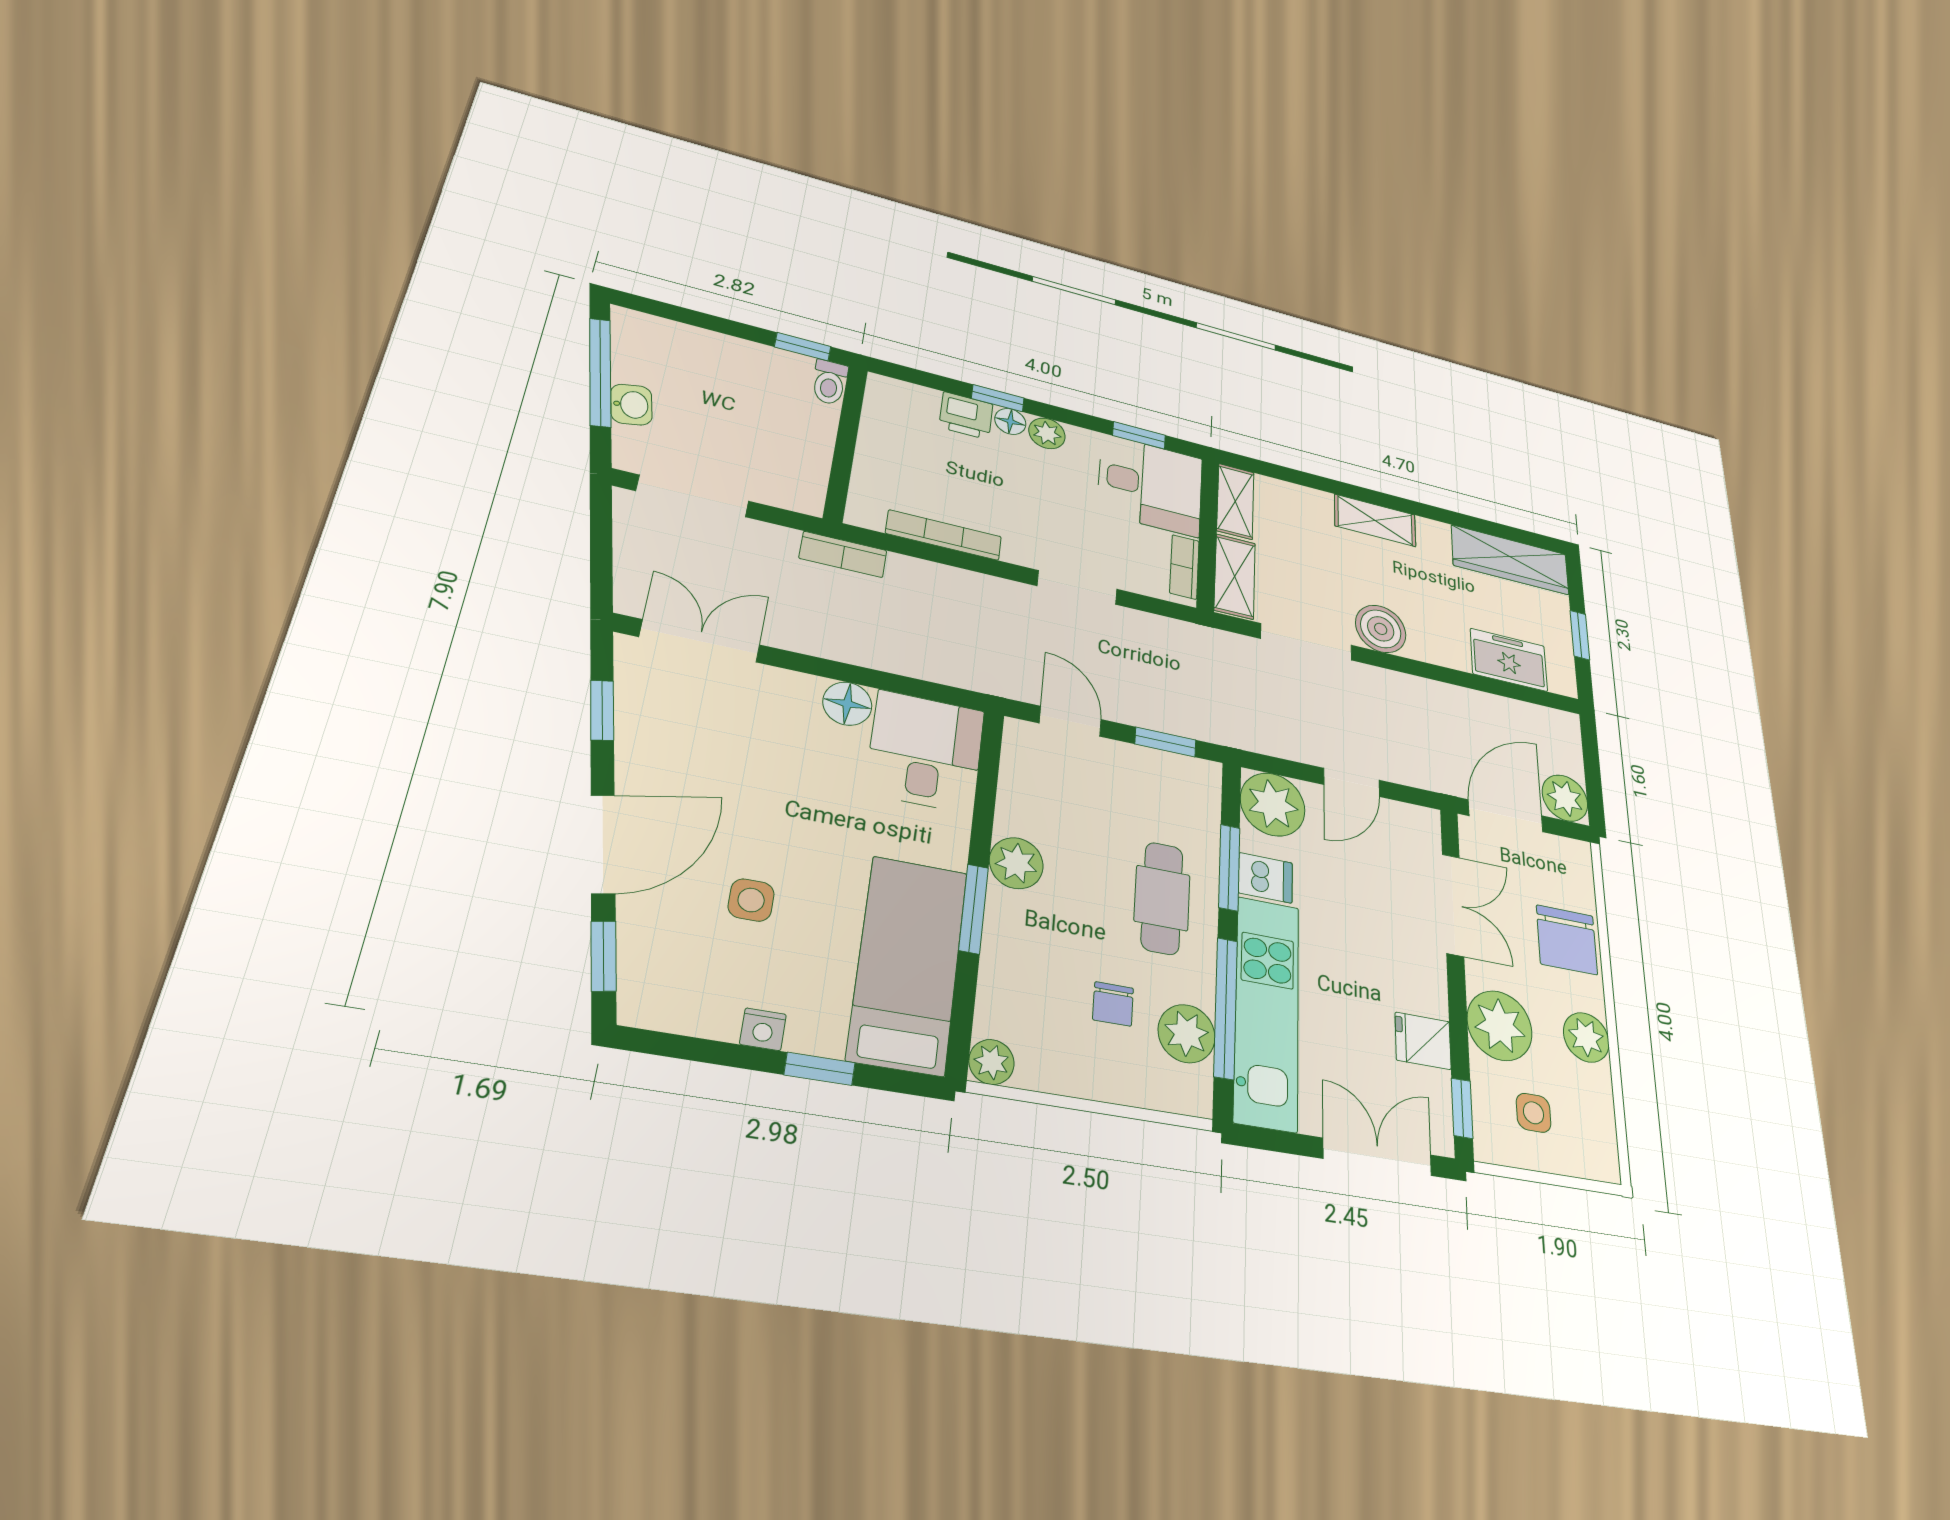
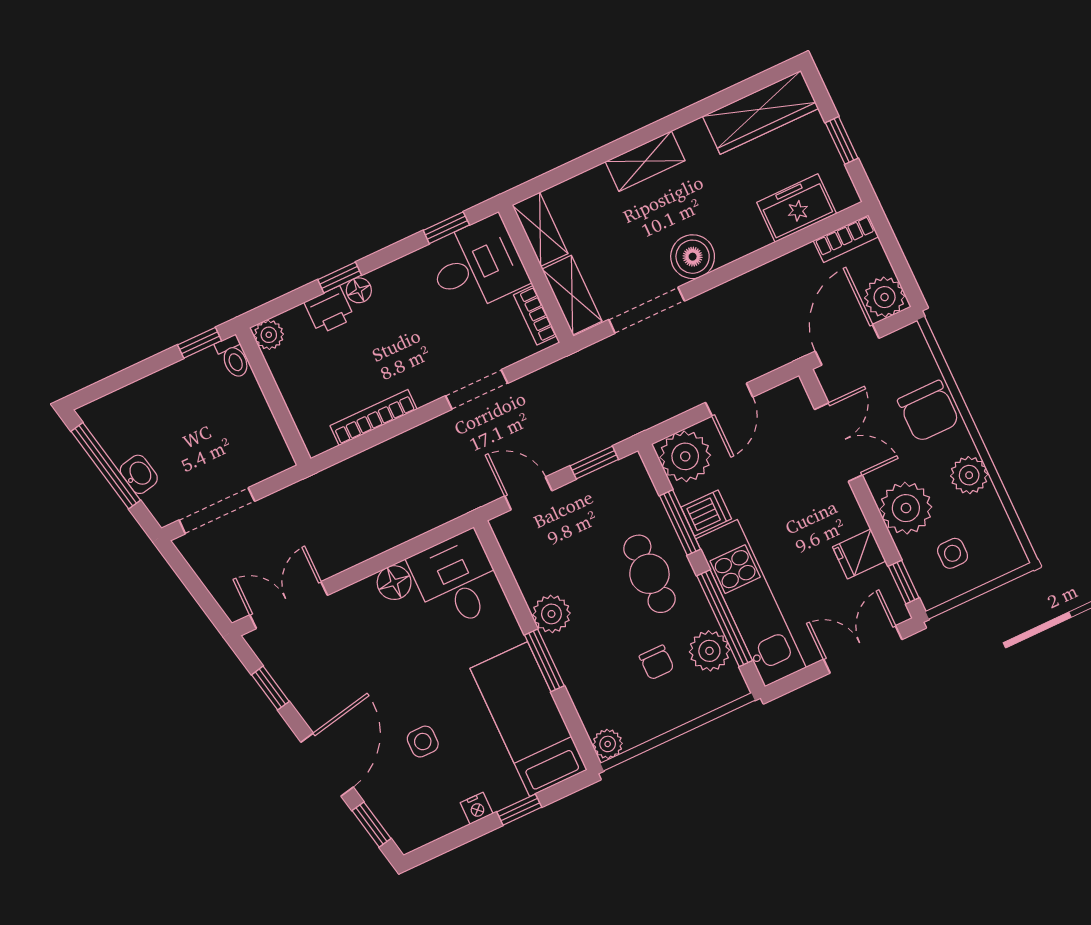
plant: (1047, 433) -> (269, 335), moved
bookcase: (843, 554) -> (846, 239), moved

